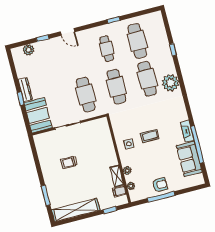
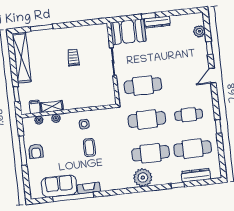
dresser: (161, 34) -> (196, 175), added

